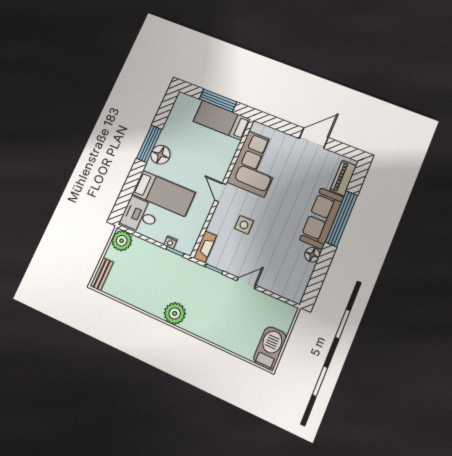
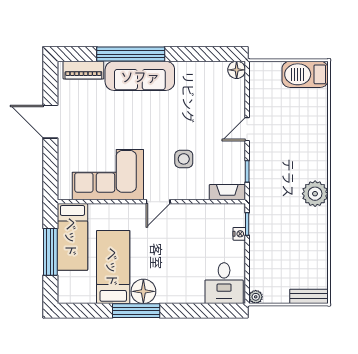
bed: (164, 193) -> (113, 267), moved
plant: (122, 241) -> (256, 297), width x0.53, depth x0.53
floor lamp: (312, 255) -> (237, 70), moved
door: (246, 283) -> (247, 129), hinge flipped

